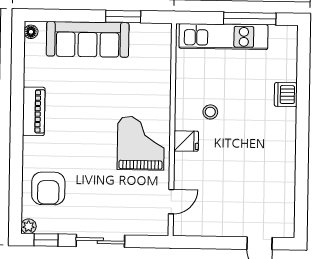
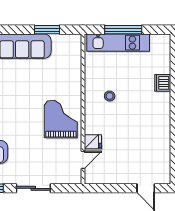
window: (250, 19) -> (123, 30), moved
fridge: (186, 141) -> (93, 142), moved

